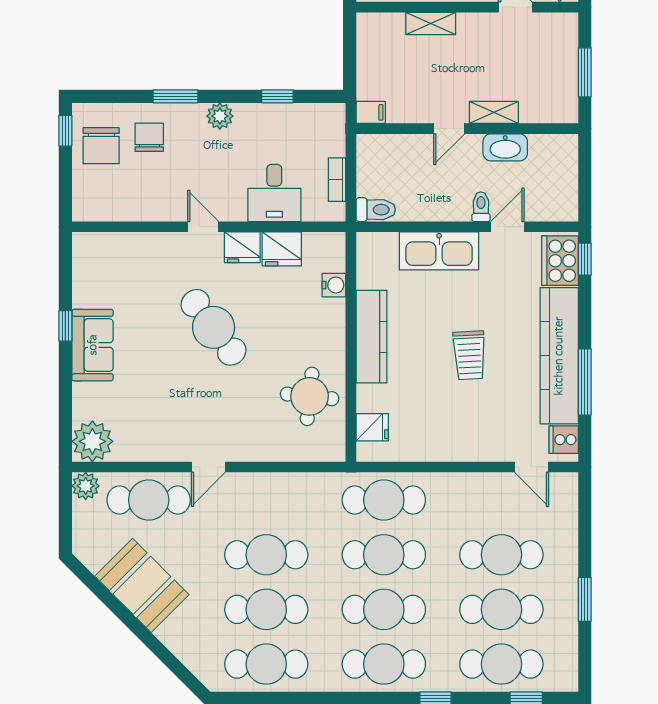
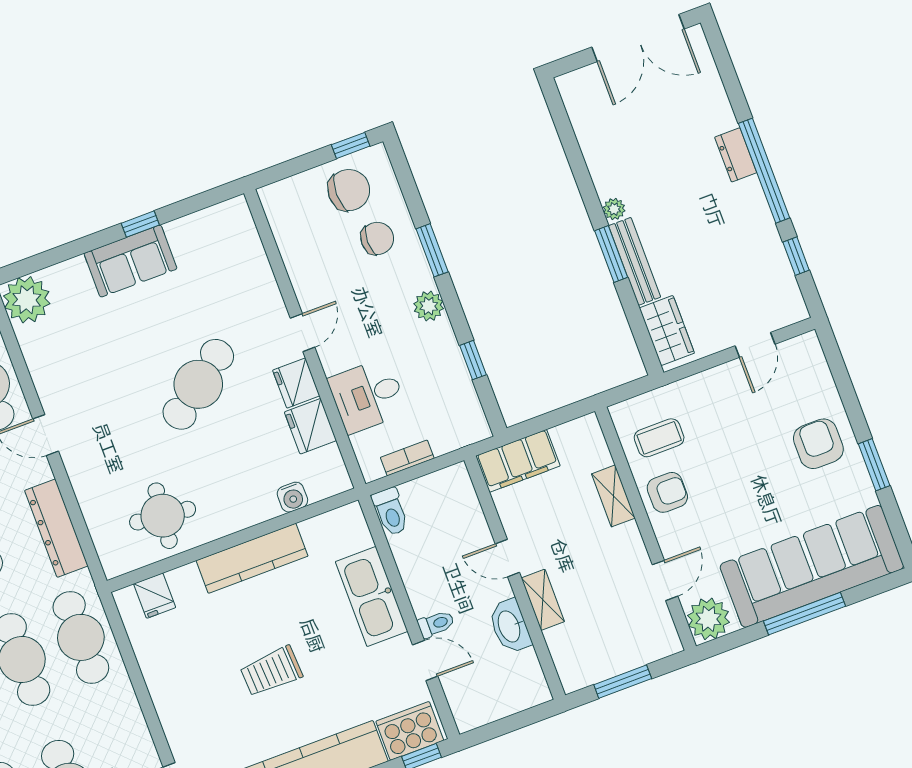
filing cabinet: (371, 112) -> (518, 461), width x3.00, depth x1.17
chair: (101, 146) -> (349, 190), turned 180
dresser: (287, 487) -> (56, 528), added

